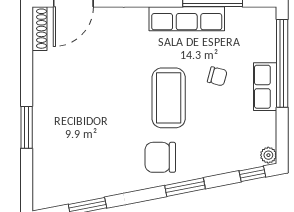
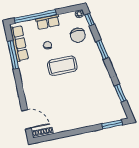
row of seats: (187, 19) -> (19, 43), moved
window: (27, 127) -> (112, 124), moved
chair: (160, 157) -> (78, 35), moved

